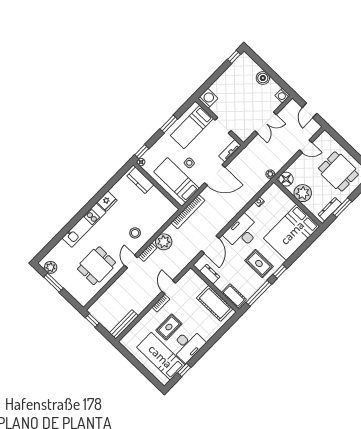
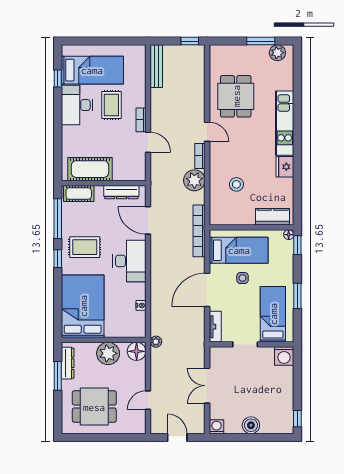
stool: (135, 233) -> (236, 184), moved
dresser: (210, 274) -> (121, 192), width x1.44

